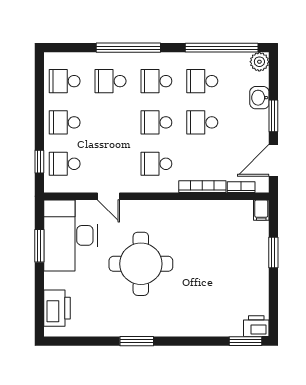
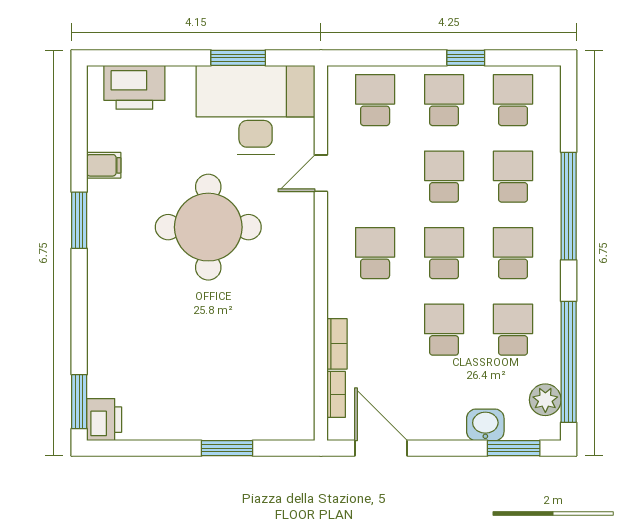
plant: (259, 62) -> (545, 400), moved
window: (273, 116) -> (514, 448), moved
school desk: (111, 122) -> (444, 177), added
window: (39, 162) -> (466, 58), moved
bookcase: (202, 187) -> (337, 344), width x0.64
filing cabinet: (261, 210) -> (104, 165), moved, turned 180

